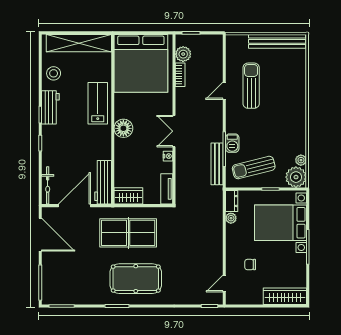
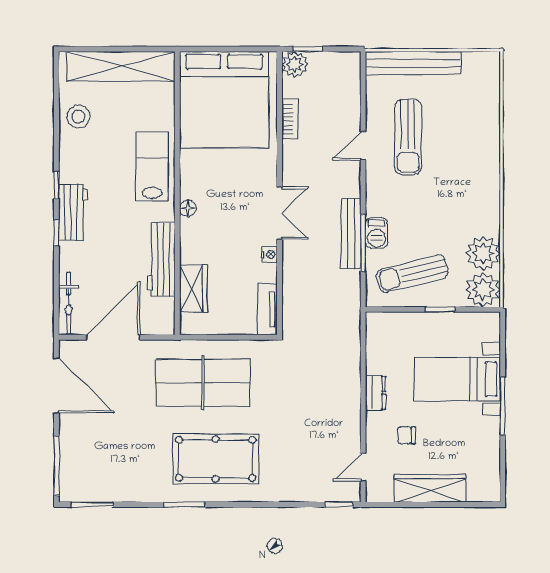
bench: (277, 41) -> (413, 63), moved
plant: (183, 54) -> (295, 64), moved
sun lounger: (251, 86) -> (408, 137), turned 180
workbench: (50, 107) -> (73, 212), moved
floor lamp: (123, 128) -> (188, 208), width x0.53, depth x0.53
double door: (174, 131) -> (279, 213), swing flipped
plant: (301, 160) -> (483, 253), width x1.88, depth x1.88
bench: (217, 164) -> (351, 233), moved
workbench: (103, 182) -> (161, 259), moved
wardrobe: (128, 196) -> (193, 289), moved, turned 90
dresser: (232, 201) -> (376, 393), moved
plant: (231, 218) -> (374, 358), removed
bed with nightstands: (281, 223) -> (457, 379), width x0.73
wardrobe: (285, 296) -> (430, 488), moved

